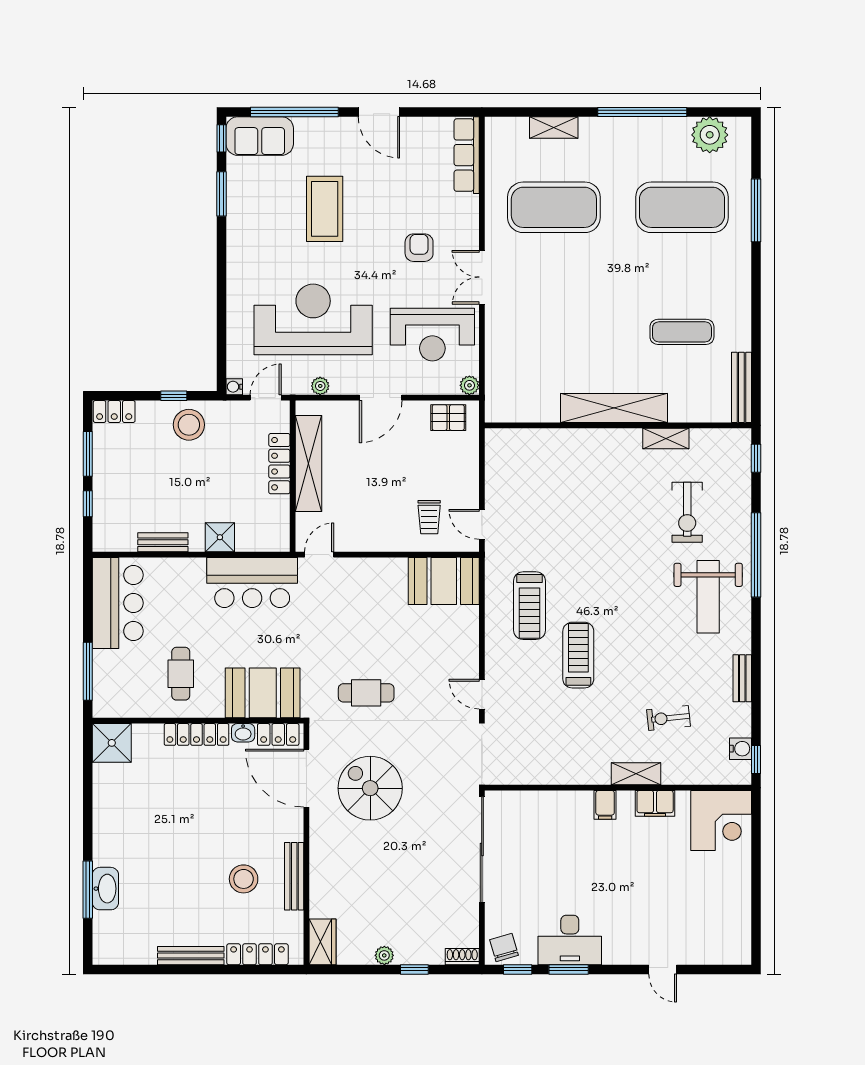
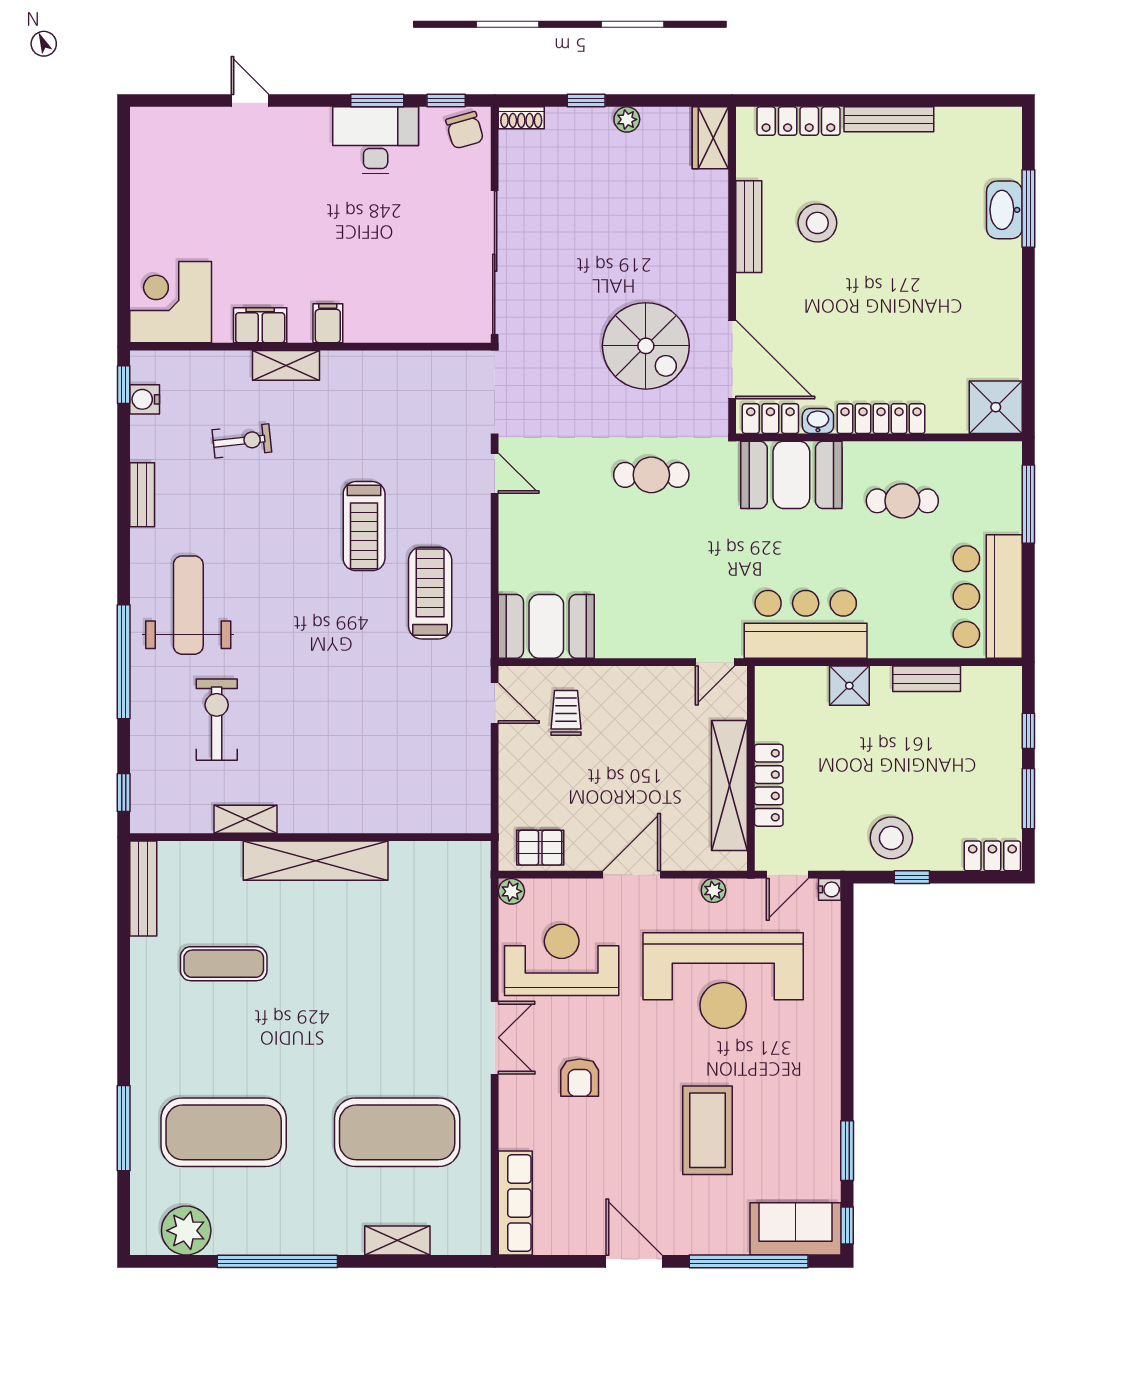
cafe table: (181, 674) -> (902, 501), turned 90

